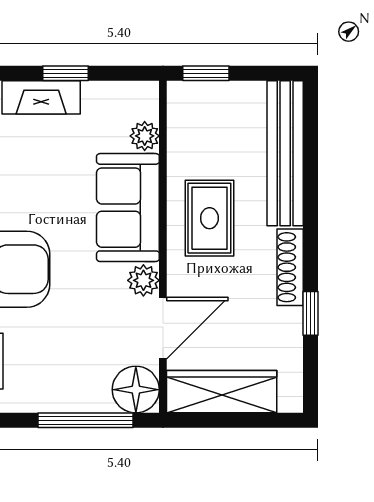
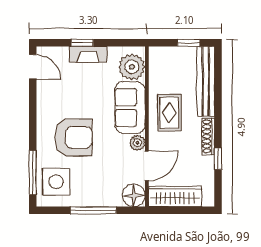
window: (65, 73) -> (82, 43), moved
window: (206, 73) -> (189, 43), moved
plant: (145, 136) -> (132, 67), width x1.88, depth x1.88
window: (85, 420) -> (93, 210), moved

